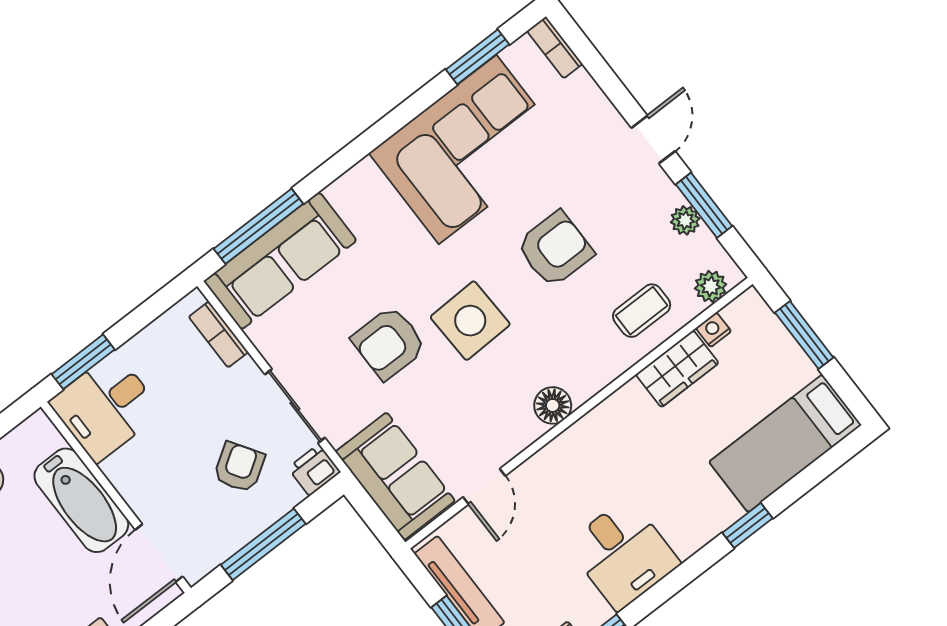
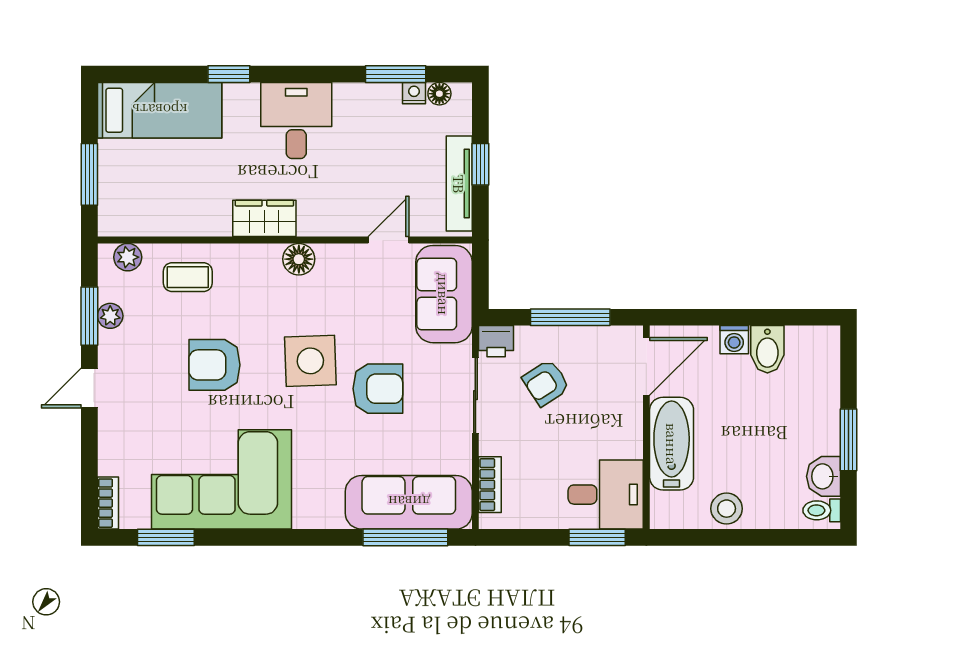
nightstand: (714, 330) -> (149, 226), removed
wardrobe: (677, 369) -> (264, 218), moved
desk: (623, 554) -> (296, 120), moved

